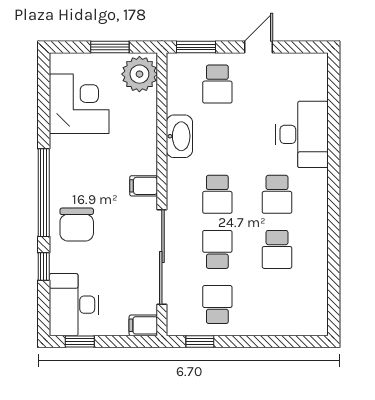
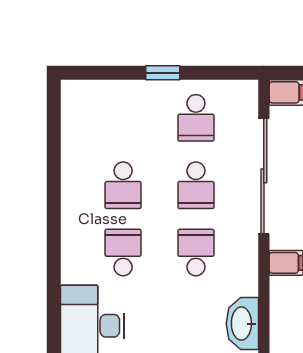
school desk: (277, 249) -> (123, 185), turned 180
window: (200, 341) -> (163, 73), moved

